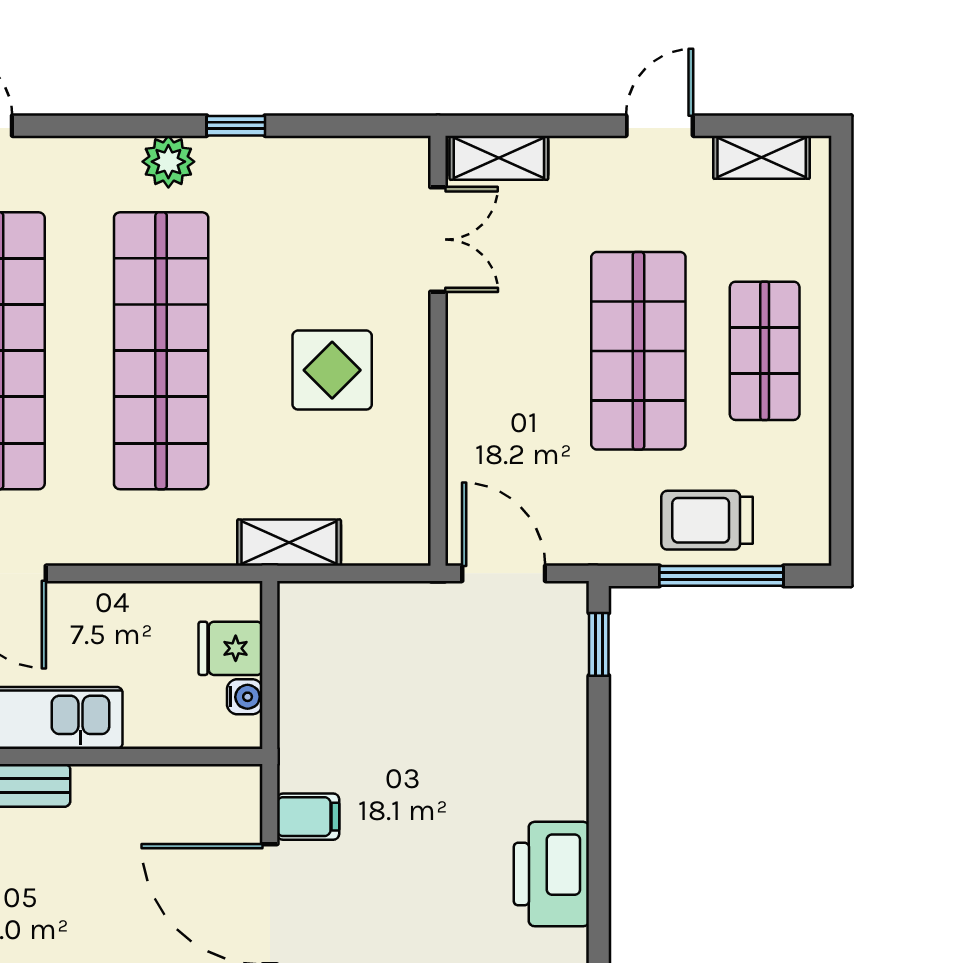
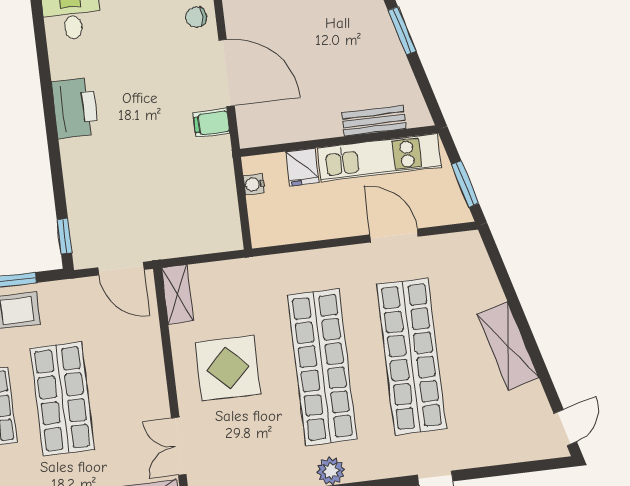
display table: (332, 370) -> (228, 368), width x1.36, depth x1.36
shelving: (289, 543) -> (177, 294), moved, turned 90
fridge: (230, 648) -> (303, 167), moved, turned 90

